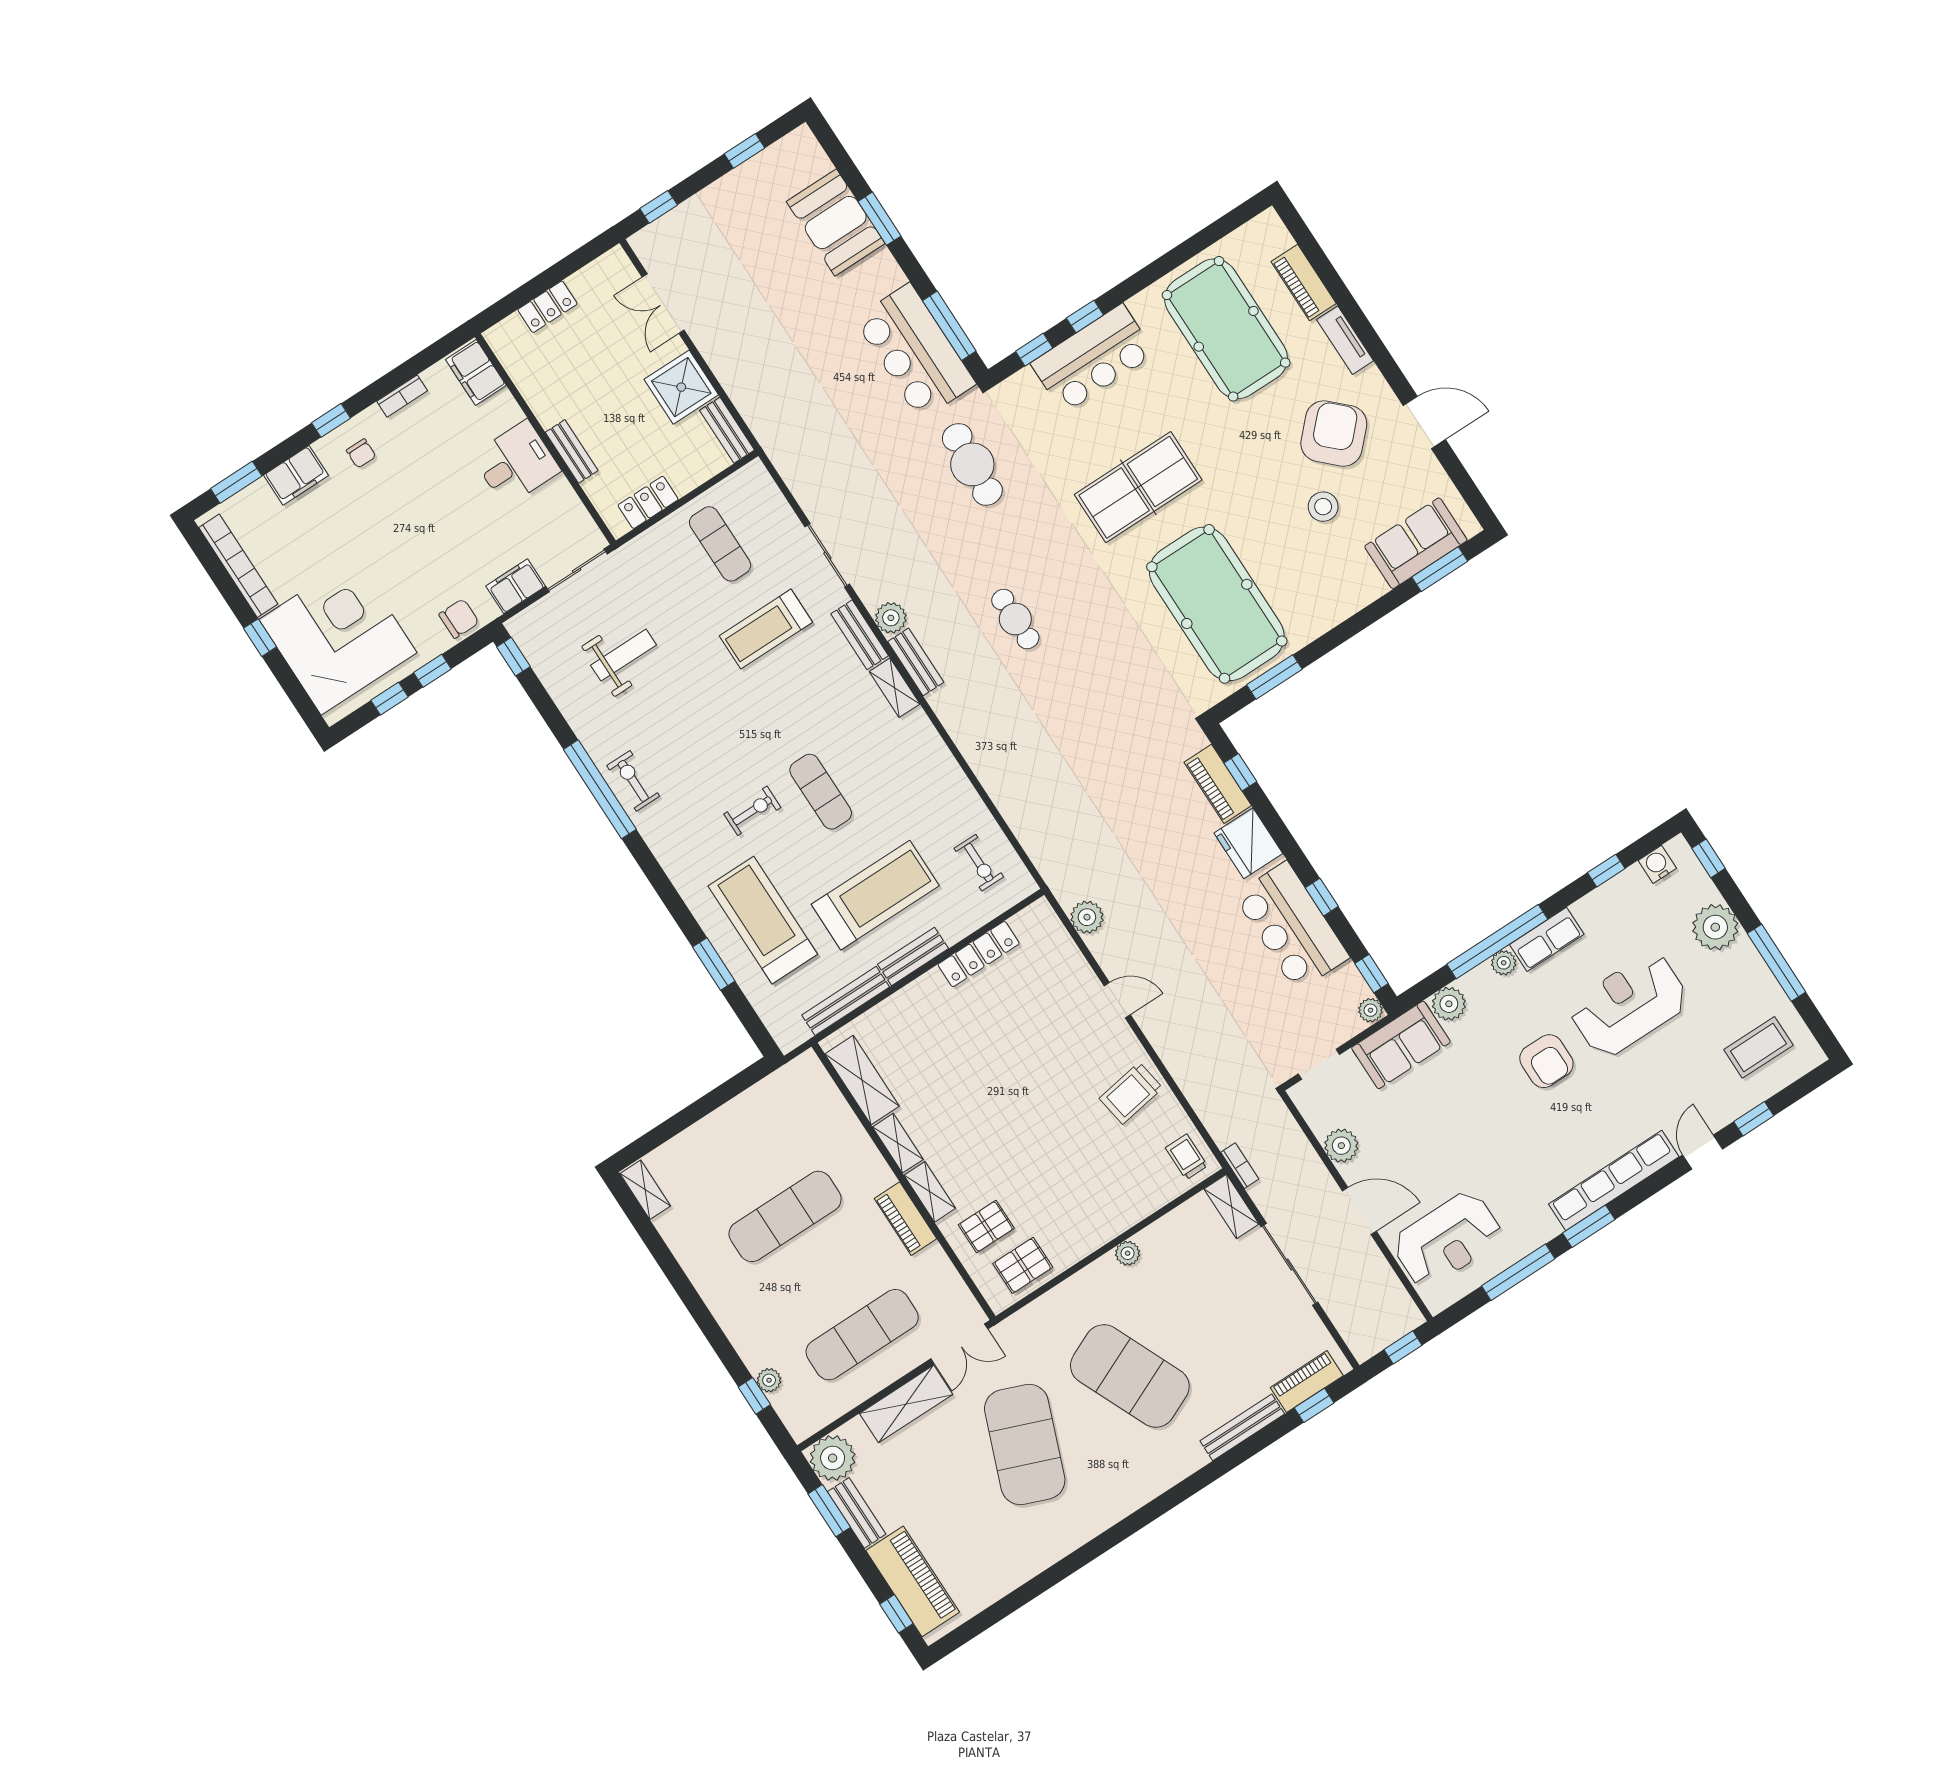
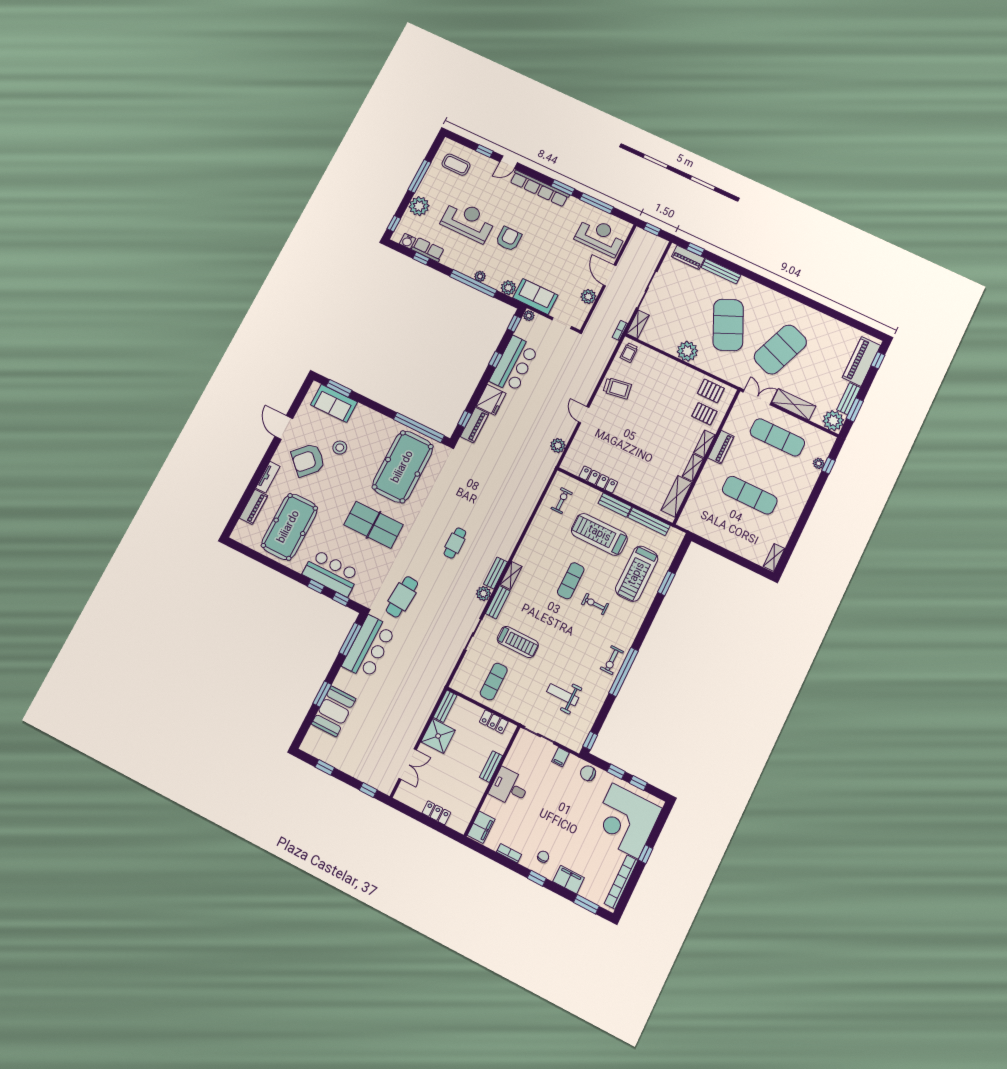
filing cabinet: (516, 586) -> (561, 757), width x0.50
window: (1274, 677) -> (419, 428), width x2.11
row of seats: (1547, 939) -> (428, 250), moved
reception desk: (1629, 1005) -> (468, 221), turned 180
plant: (1128, 1253) -> (687, 351), width x1.88, depth x1.88

